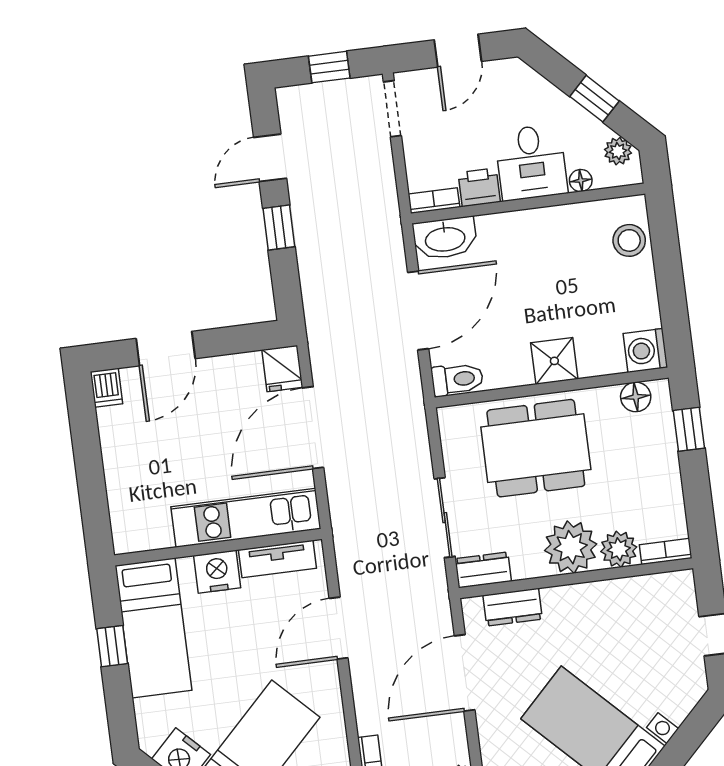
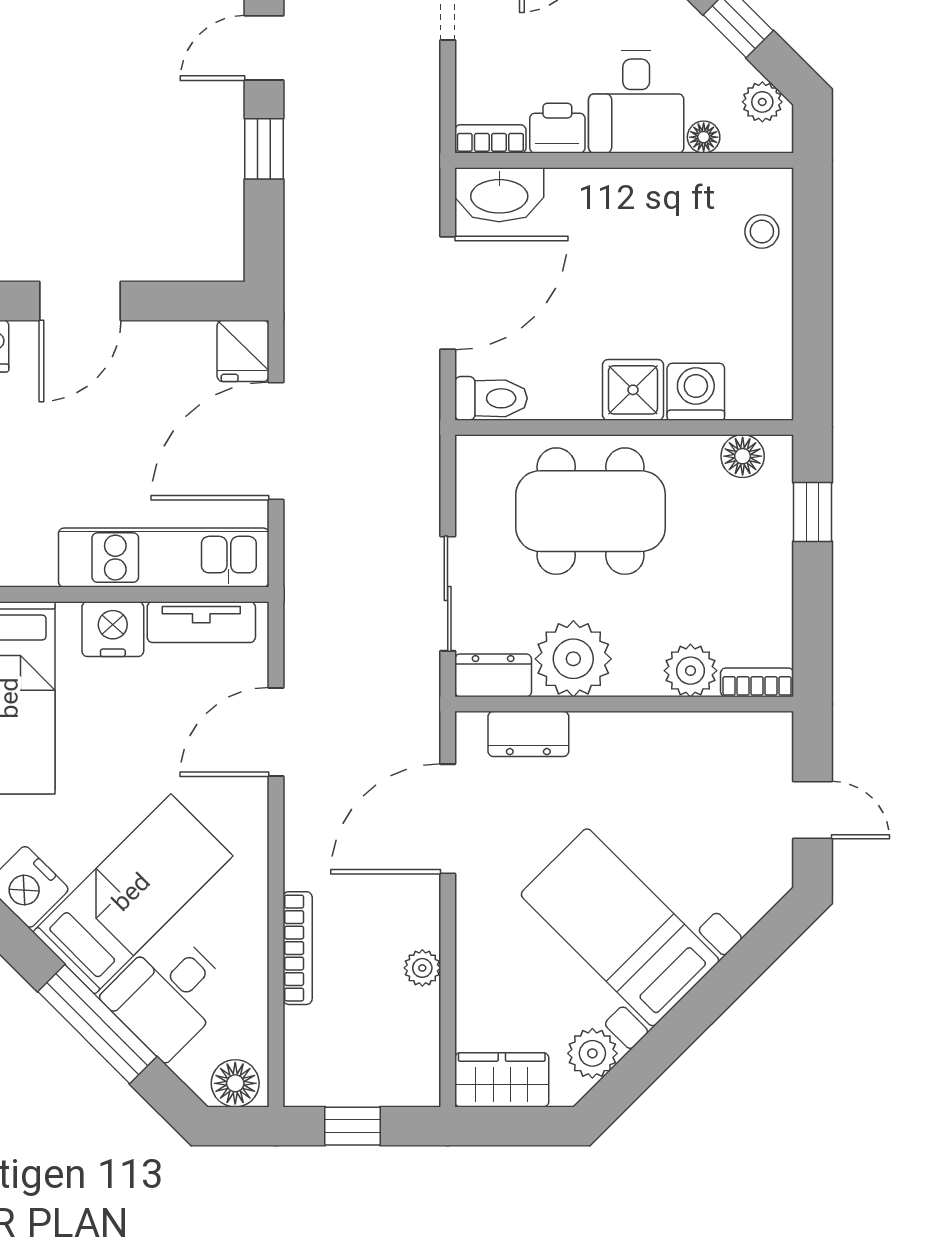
stool: (629, 240) -> (762, 231), width x0.73, depth x0.73
washing machine: (645, 351) -> (696, 392), moved, turned 90
plant: (571, 547) -> (573, 659), moved

